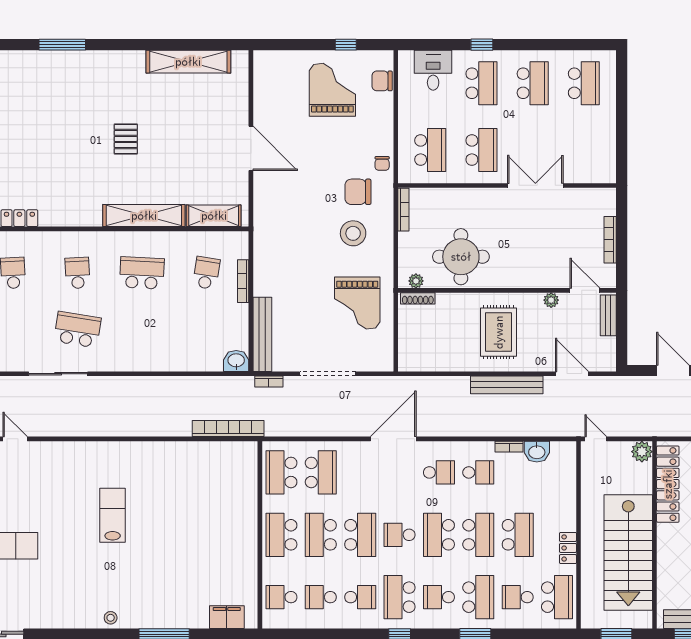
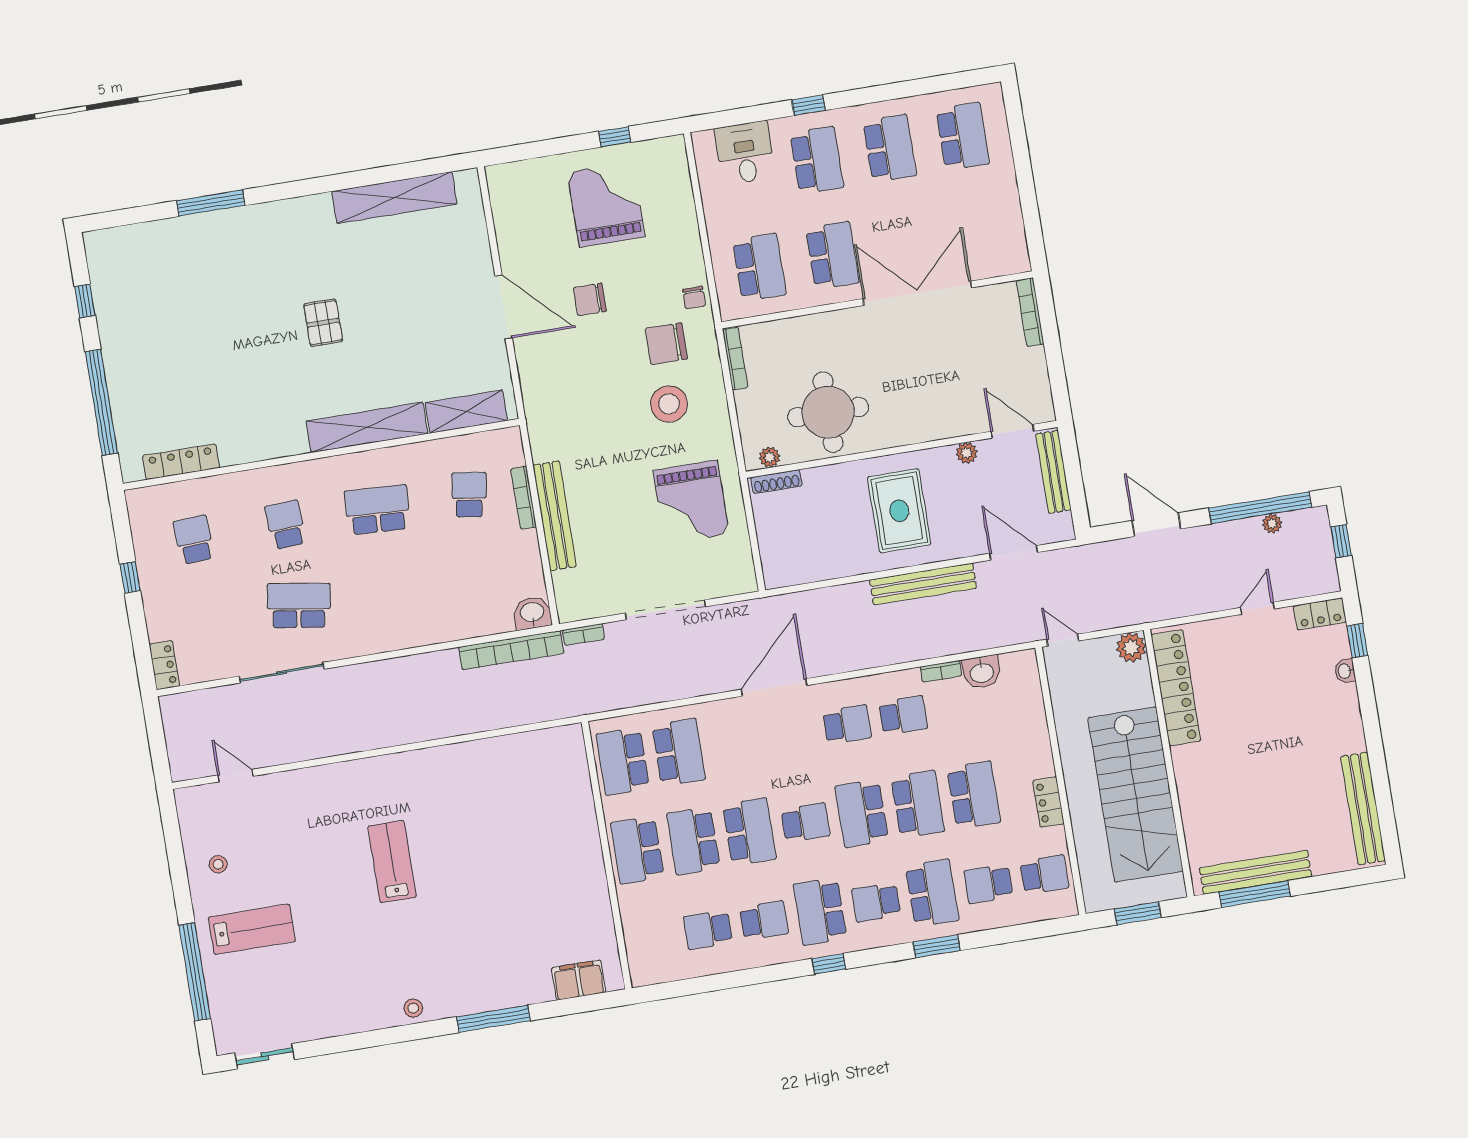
chair: (382, 81) -> (590, 299), moved
double door: (535, 185) -> (917, 293), width x1.36
bookcase: (610, 240) -> (1030, 312), moved
bench: (608, 315) -> (1053, 472), width x1.36
bench: (262, 334) -> (555, 516), moved
bookcase: (228, 429) -> (511, 650), moved, turned 180
school desk: (400, 535) -> (806, 823), turned 180
school desk: (281, 597) -> (652, 939), removed
school desk: (557, 597) -> (1044, 875), width x0.54

